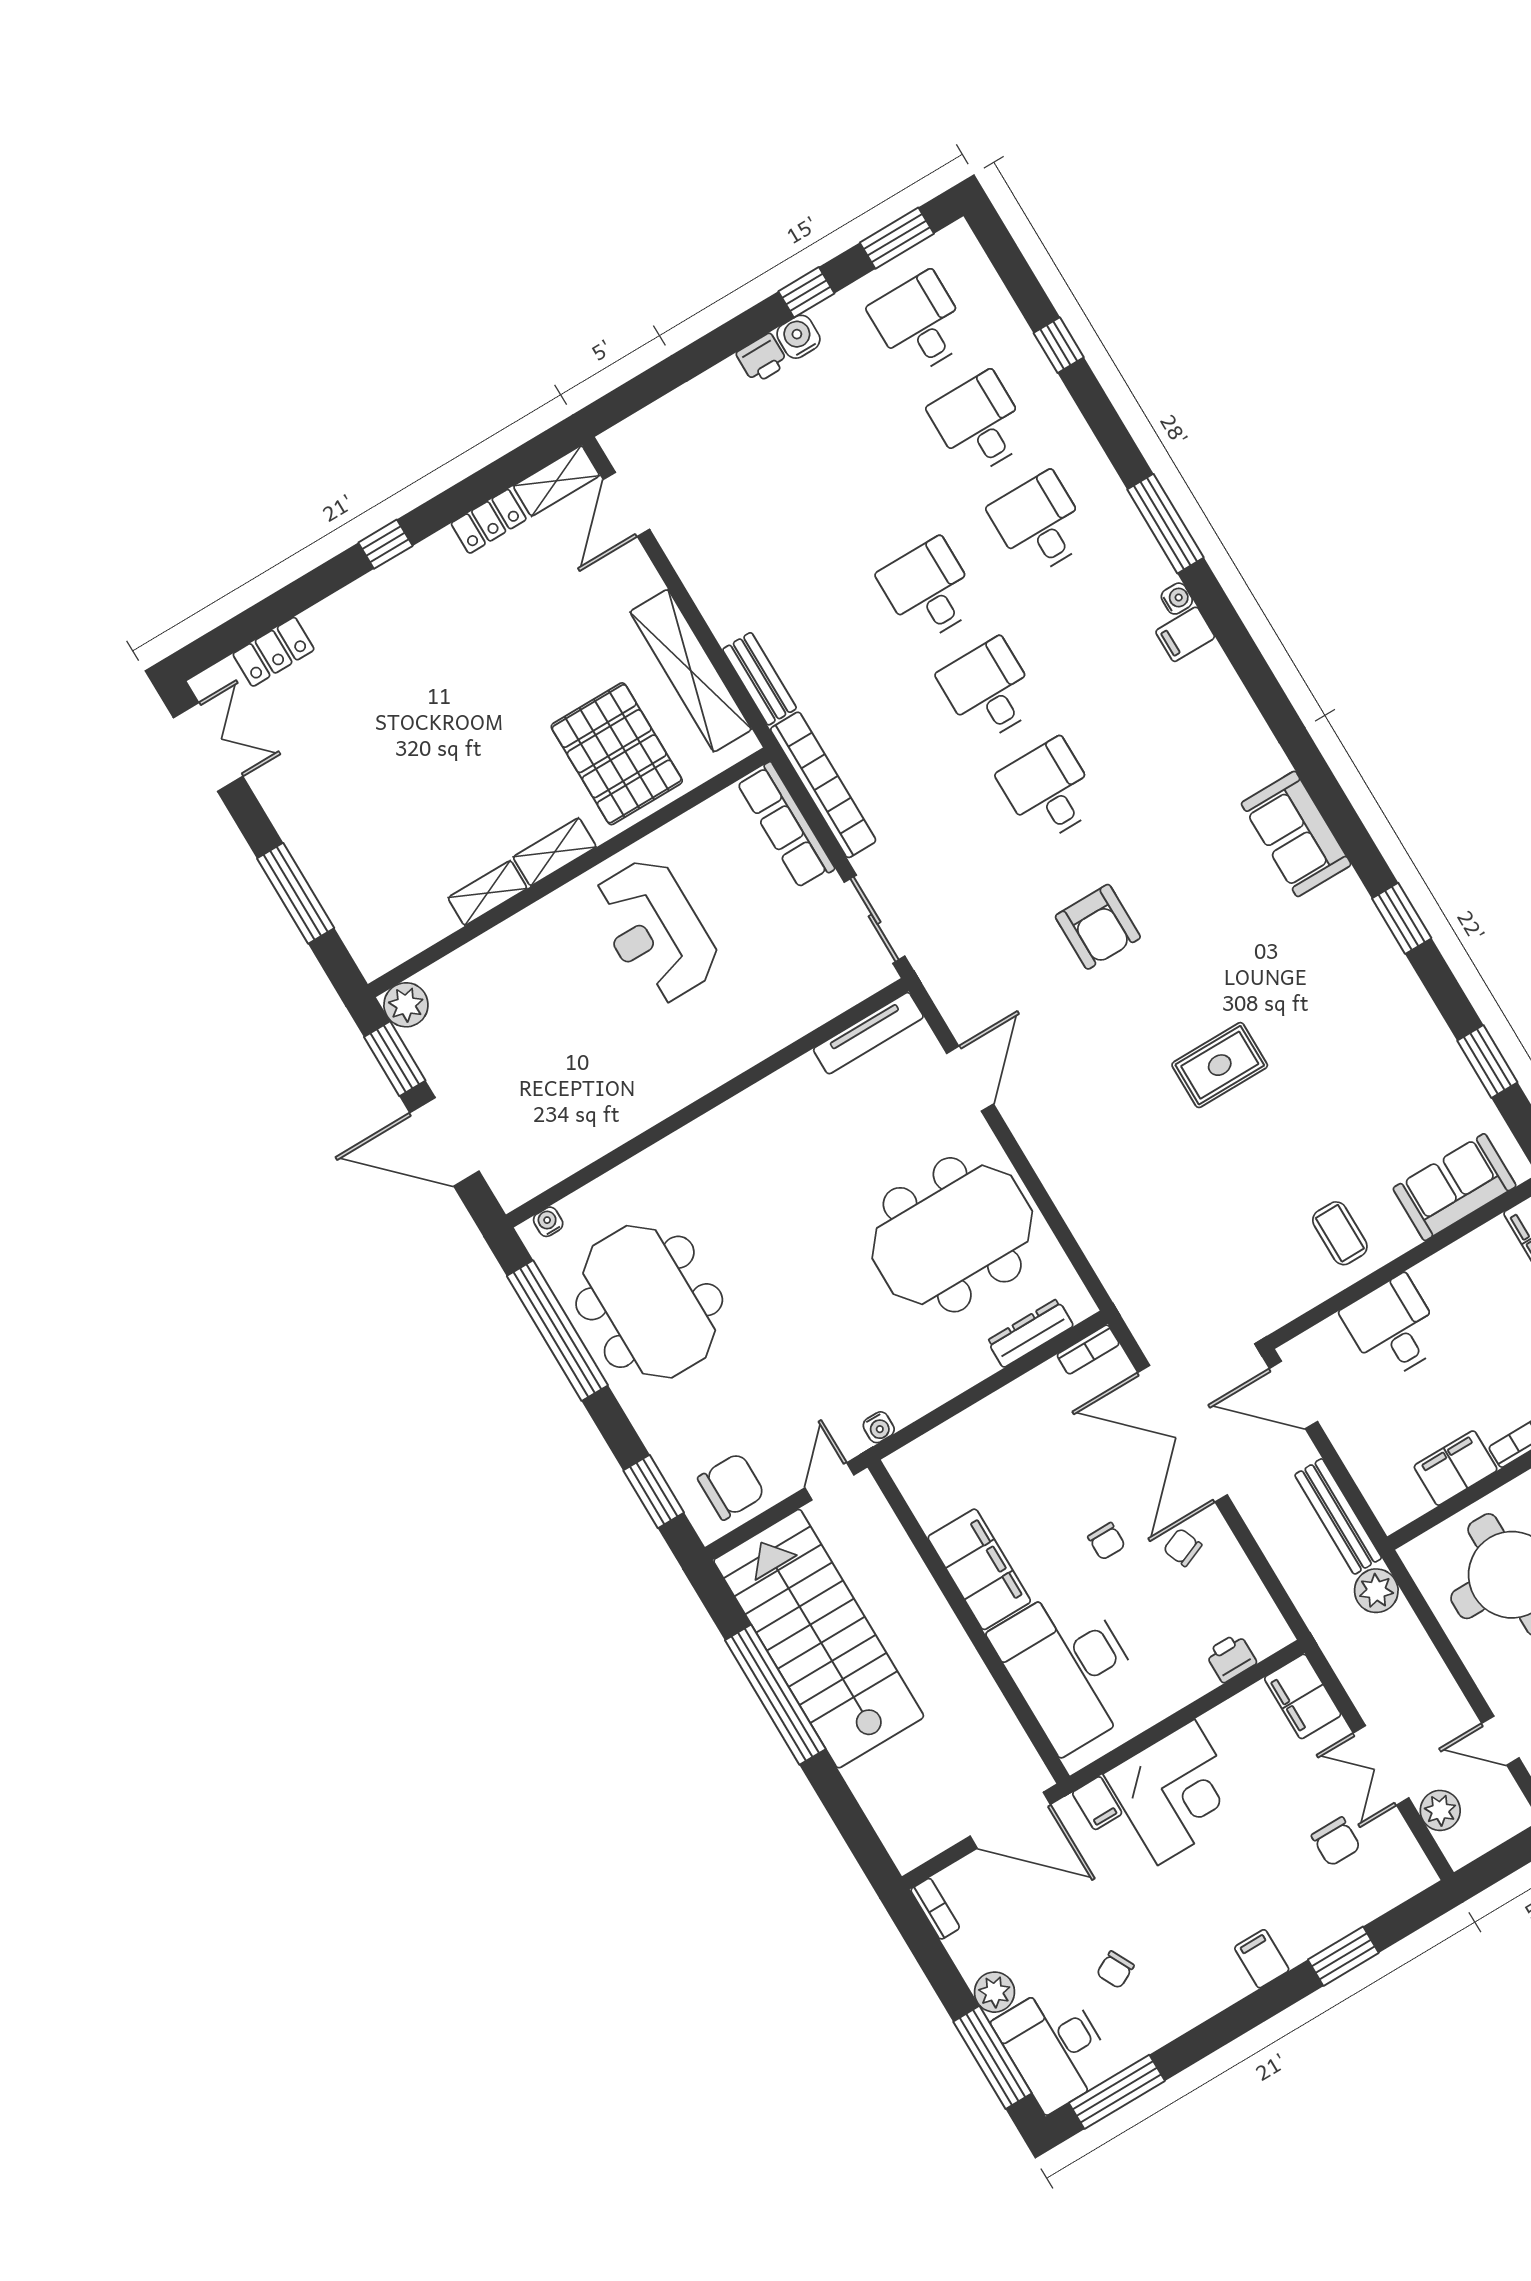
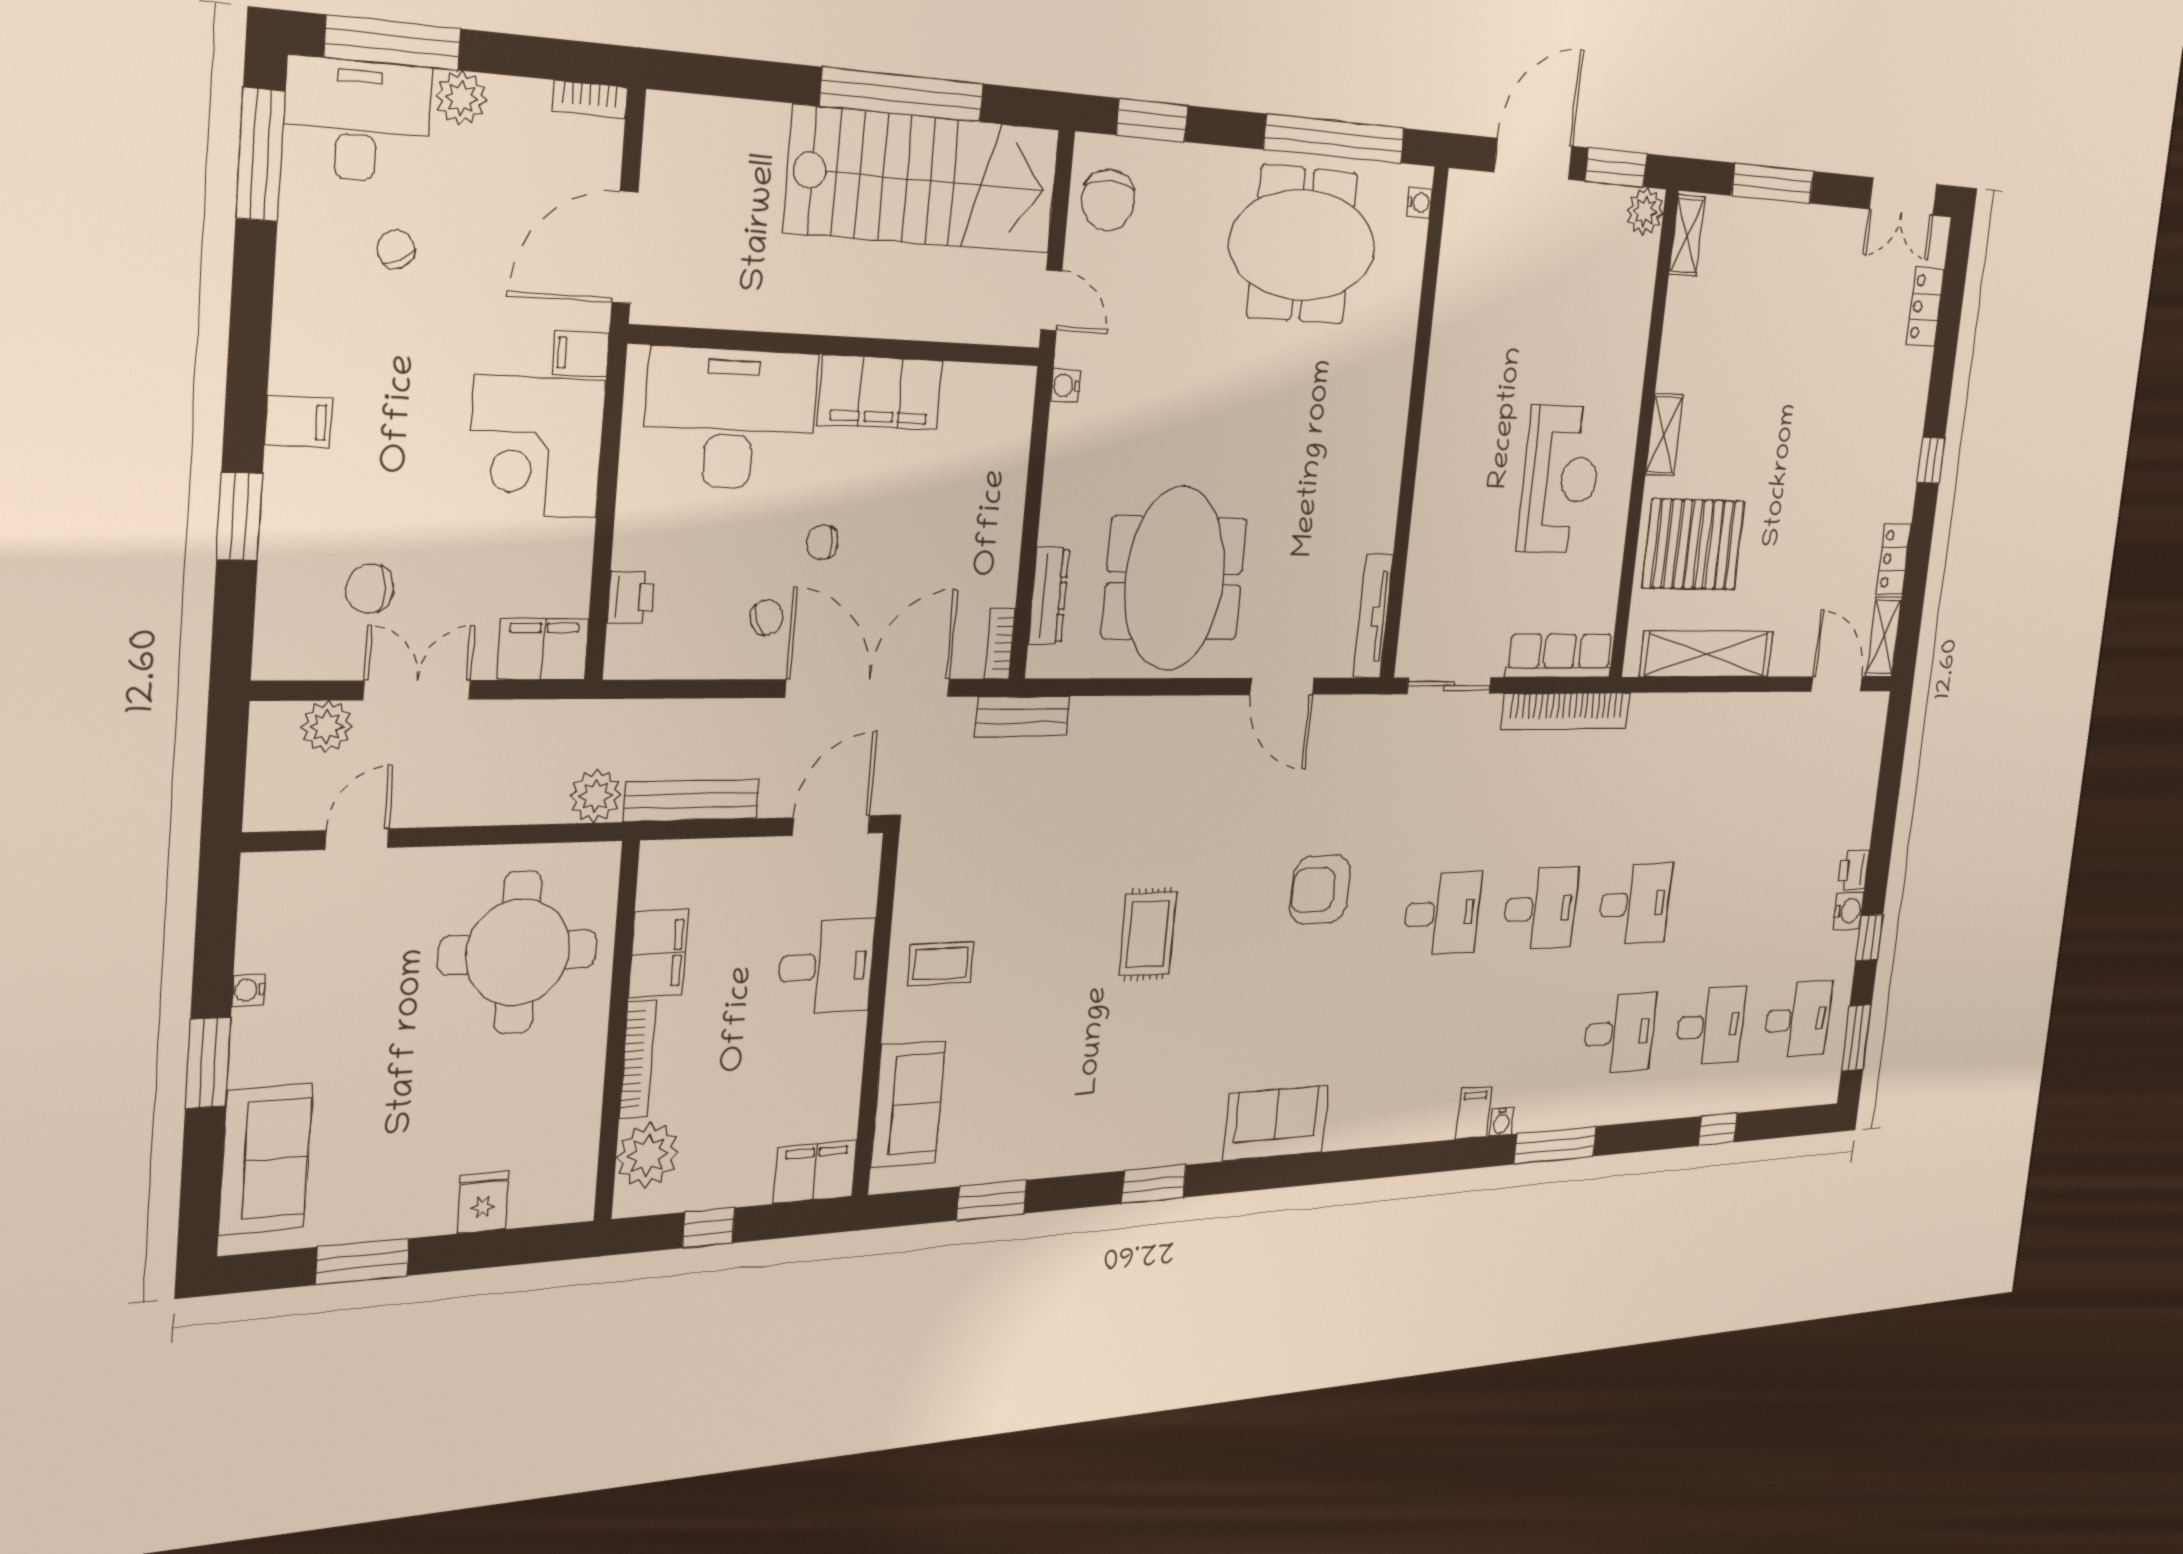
bench: (760, 679) -> (1023, 716), moved
shelving: (488, 893) -> (1687, 236), moved
reception desk: (655, 931) -> (1560, 479), turned 90

